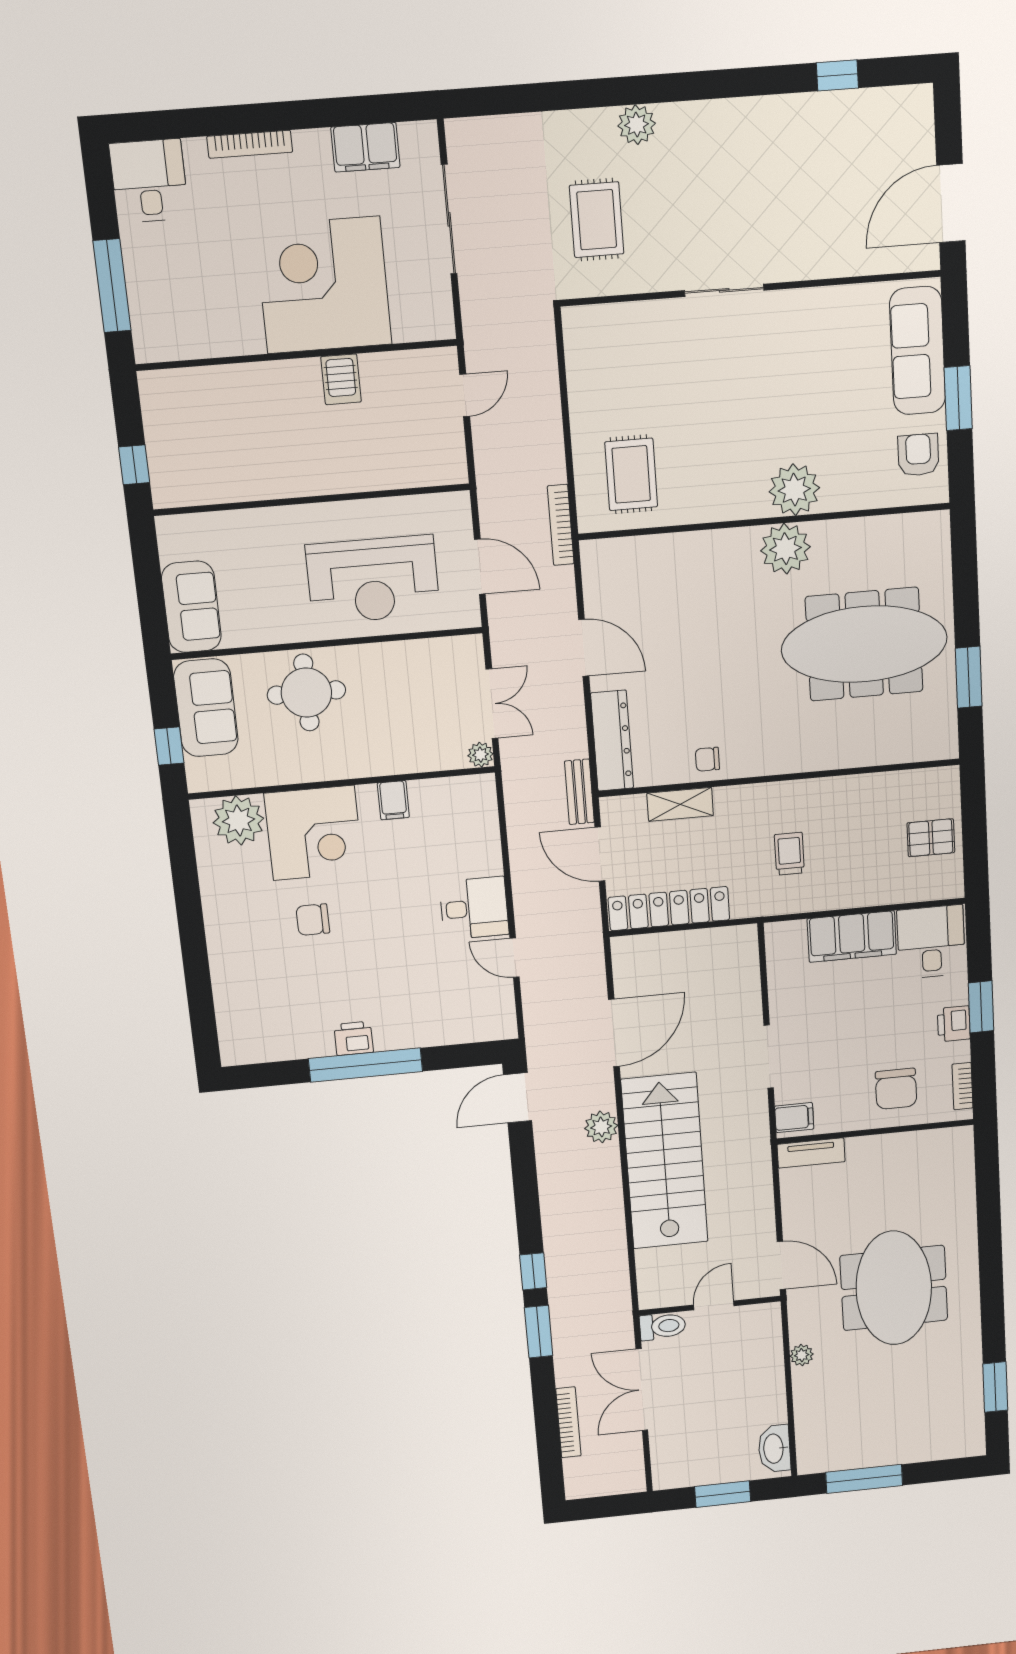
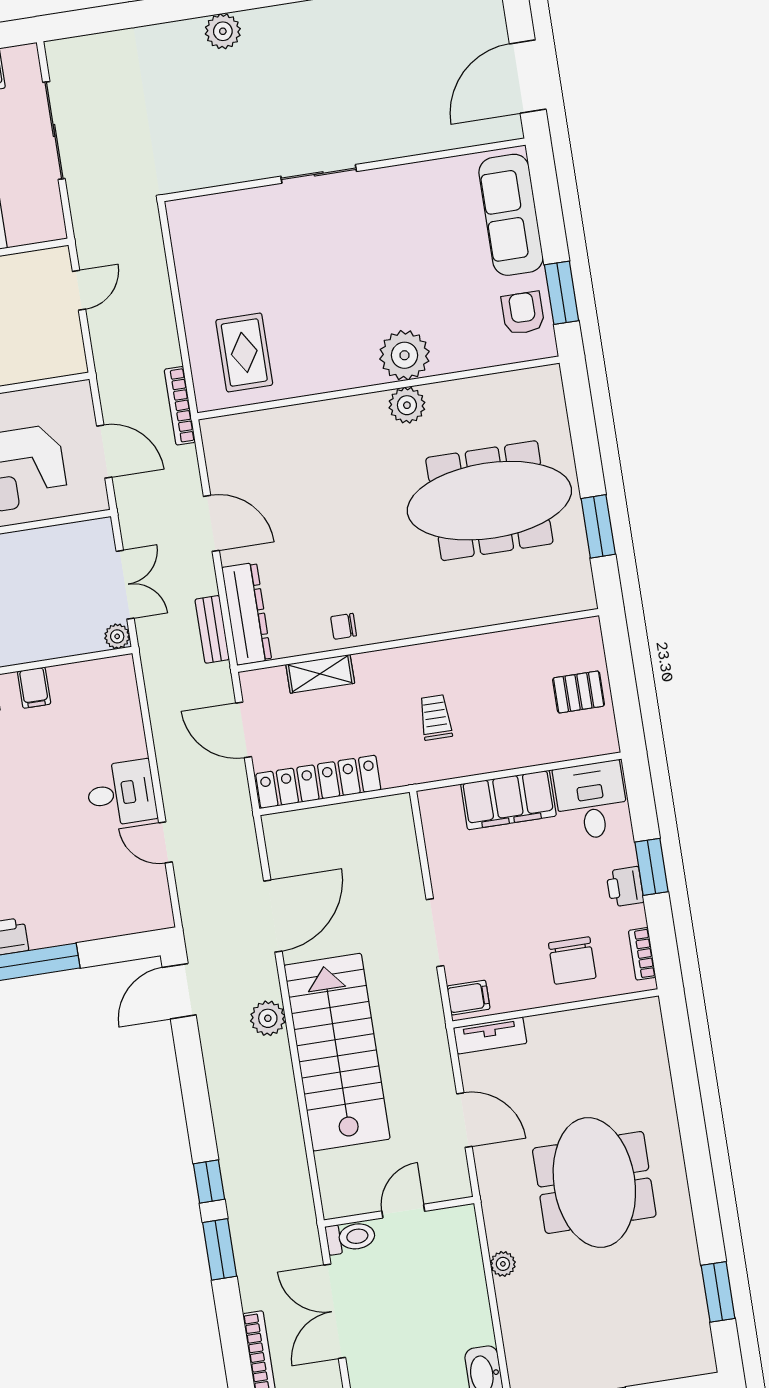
rug: (597, 220) -> (192, 119), removed
window: (958, 398) -> (562, 293), moved
plant: (785, 549) -> (407, 405), width x0.73, depth x0.73
bench: (579, 792) -> (212, 629), moved
door: (781, 1265) -> (464, 1120), moved

